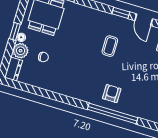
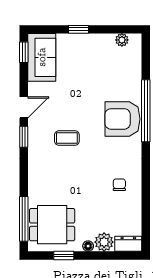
window: (15, 31) -> (64, 255), moved
chair: (43, 57) -> (119, 185), moved
armchair: (112, 94) -> (122, 119), width x1.88, depth x1.88

